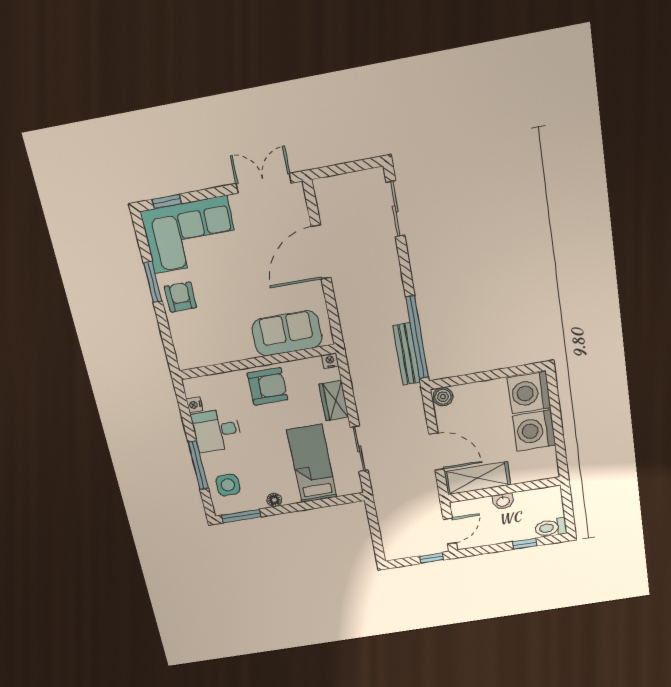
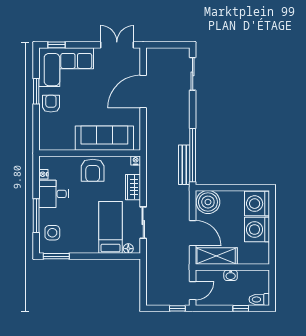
sofa: (287, 333) -> (104, 138), width x1.36
armchair: (267, 386) -> (93, 170), turned 90
boiler: (443, 397) -> (208, 202), width x1.86, depth x1.86
floor lamp: (274, 500) -> (128, 249), moved

